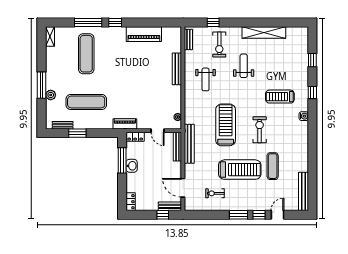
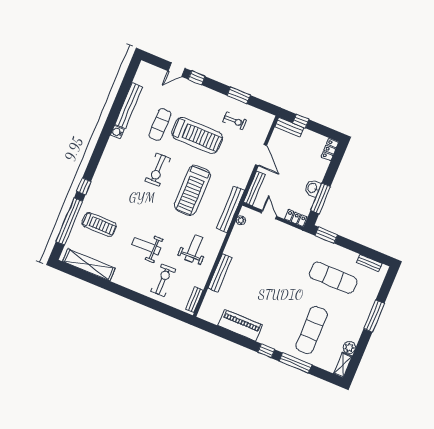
window: (213, 22) -> (160, 307), removed
shelving: (264, 32) -> (89, 265), moved
window: (312, 60) -> (69, 222), width x3.17
weight bench: (244, 66) -> (146, 246), turned 90
plant: (51, 95) -> (349, 347), moved
treadmill: (280, 97) -> (99, 225), moved
water cooler: (304, 116) -> (117, 132), moved
piano: (125, 124) -> (301, 237), removed
window: (77, 133) -> (326, 235), moved
bench: (189, 144) -> (231, 209), moved
treadmill: (240, 170) -> (197, 135), turned 180
door: (183, 188) -> (261, 155), moved
bench: (303, 191) -> (129, 106), moved
window: (238, 215) -> (239, 95), moved

